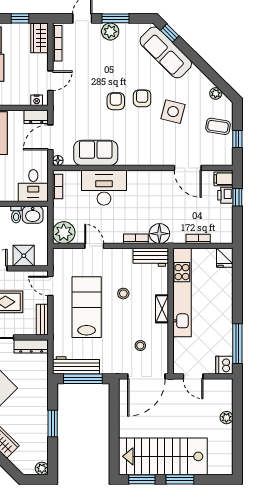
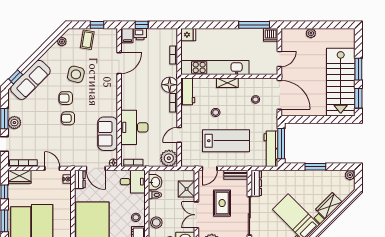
lab bench: (87, 307) -> (226, 141), turned 180

